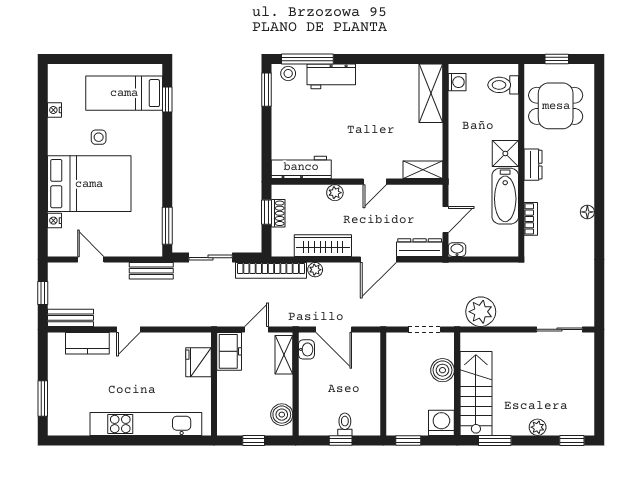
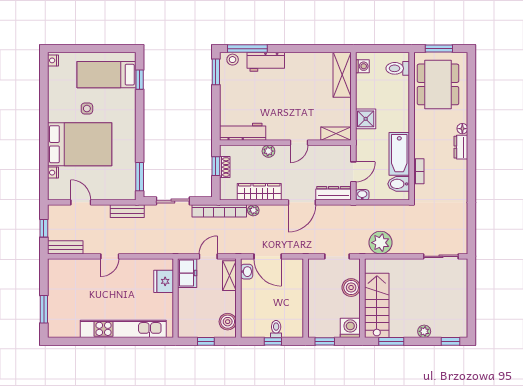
window: (557, 59) -> (439, 49), width x1.50
dining table: (556, 106) -> (438, 84), width x1.38
nightstand: (54, 110) -> (53, 60), moved
shower: (505, 153) -> (366, 119), moved
dresser: (533, 165) -> (461, 147), moved, turned 180
floor lamp: (587, 212) -> (462, 129), moved
bidet: (504, 235) -> (399, 184), added
kitchen counter: (87, 343) -> (78, 267), removed

